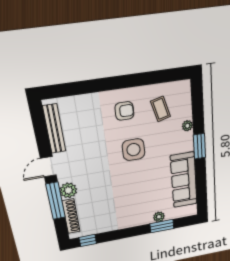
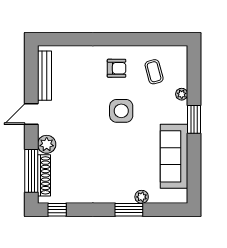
window: (56, 201) -> (31, 171), moved
window: (162, 226) -> (129, 210), moved

